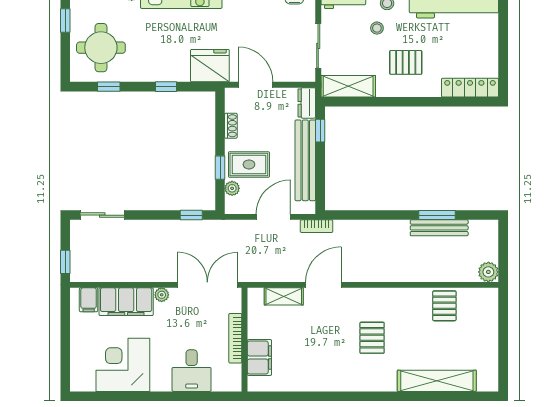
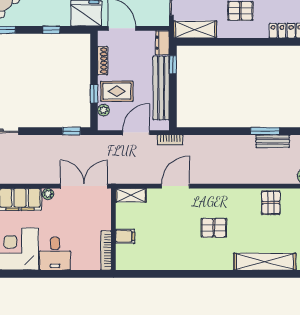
shoe rack: (231, 126) -> (103, 61), width x1.43
bench: (439, 228) -> (273, 141), width x0.73
shelving: (284, 296) -> (131, 195), moved
bookcase: (235, 338) -> (106, 251), moved
pallet: (372, 338) -> (214, 228), turned 90
filing cabinet: (259, 358) -> (125, 236), width x0.50
desk: (192, 371) -> (55, 254), moved

